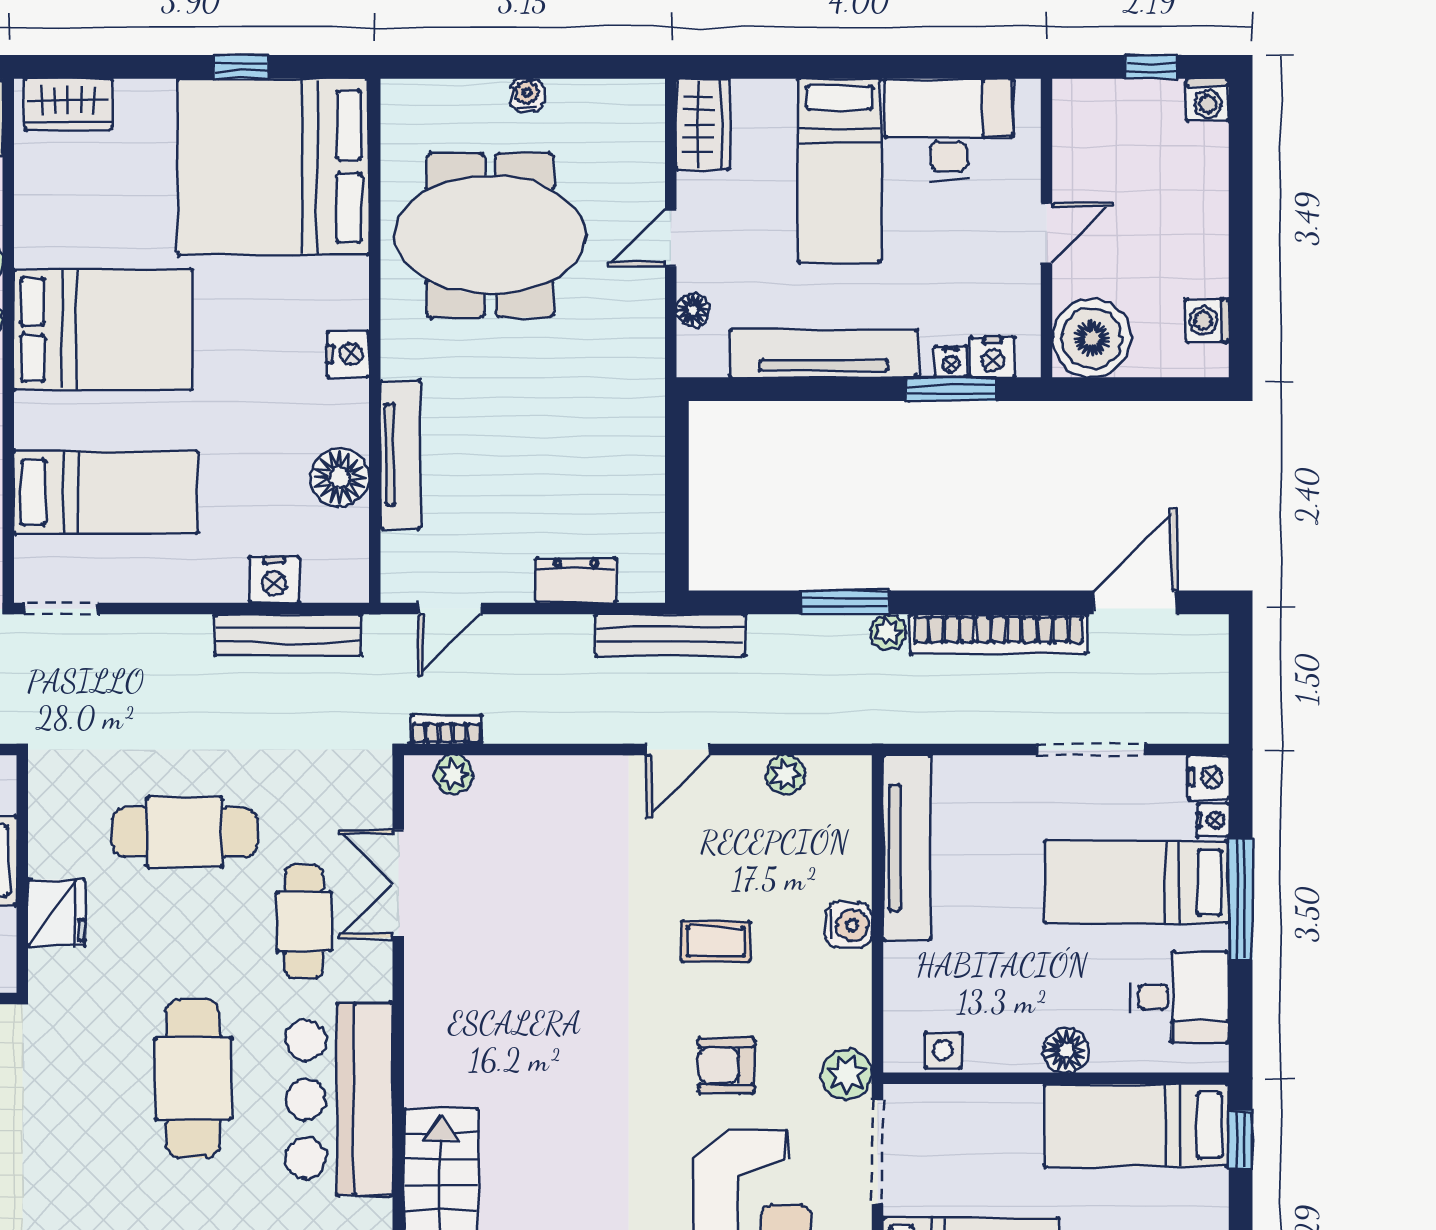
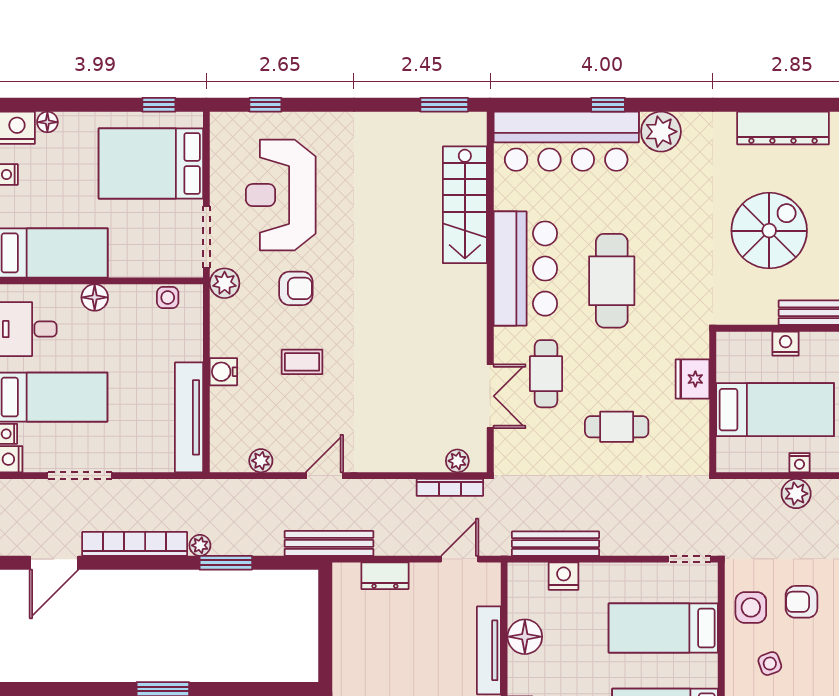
bookcase: (446, 729) -> (450, 487), width x1.56
cafe table: (185, 832) -> (617, 427), width x0.73, depth x0.74

